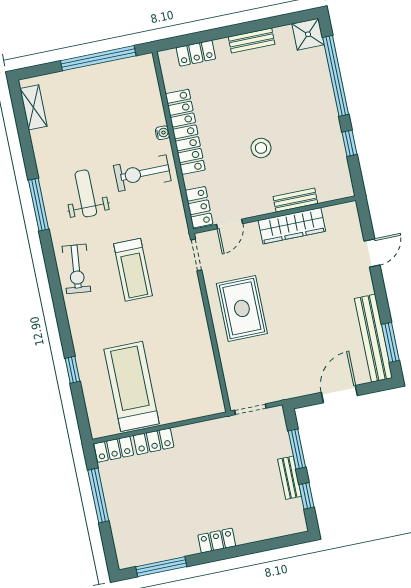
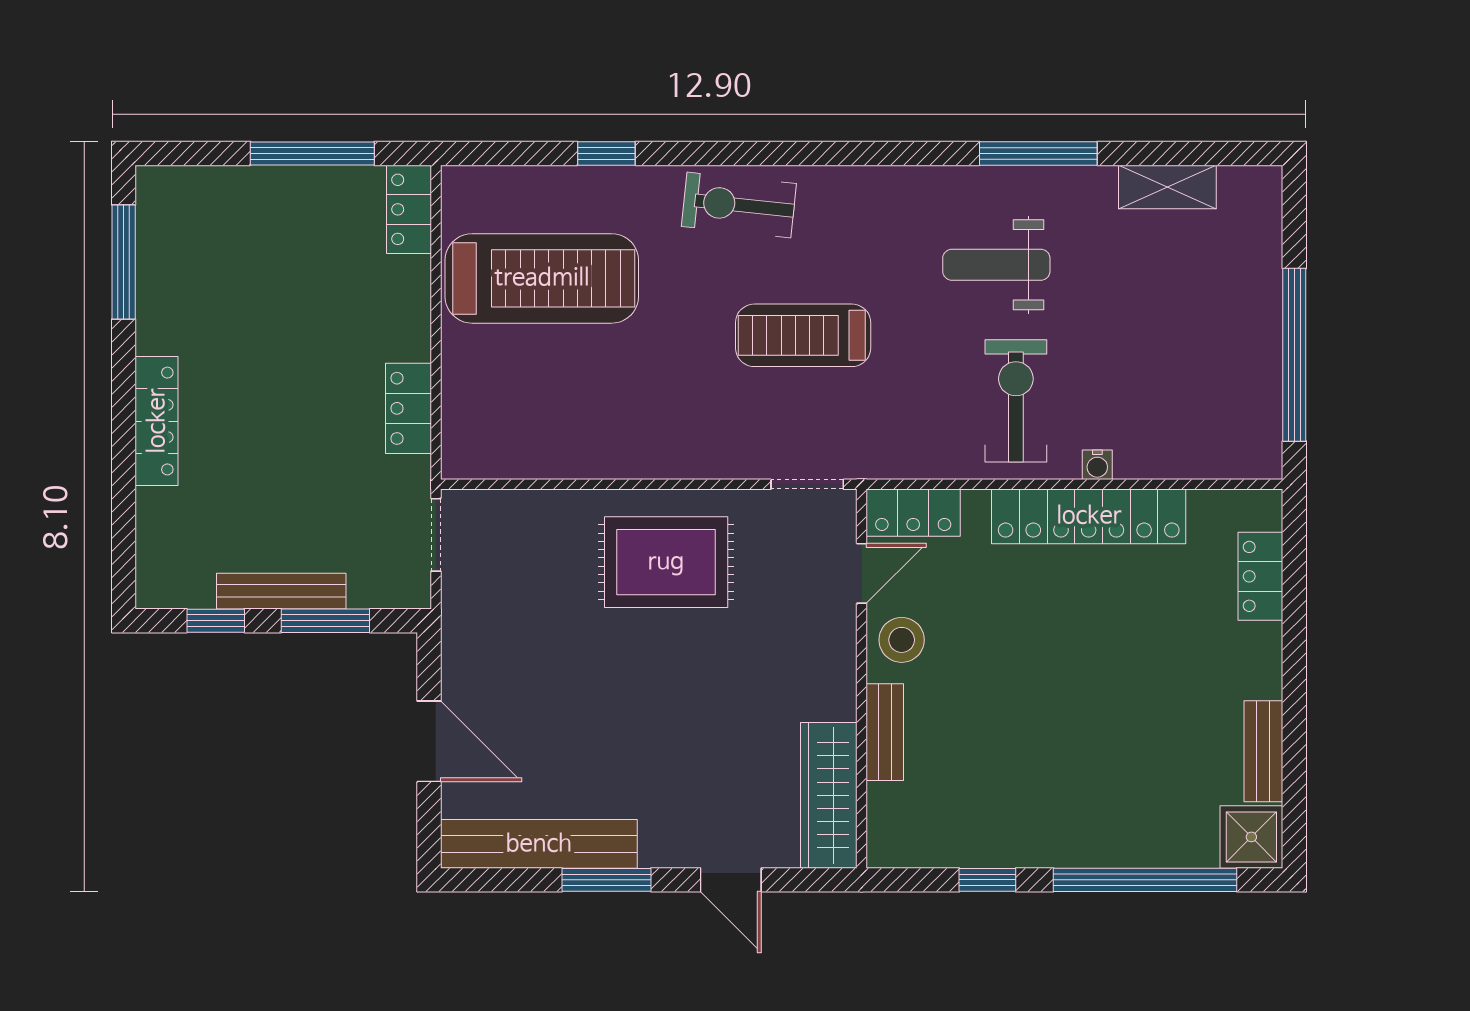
bench: (252, 40) -> (1263, 751), moved
shelving: (34, 107) -> (1167, 187), moved
stool: (261, 148) -> (902, 640), moved
weight bench: (86, 193) -> (996, 265), turned 180
window: (39, 205) -> (1038, 153), moved
door: (230, 224) -> (862, 573), swing flipped
wardrobe: (292, 226) -> (829, 795), moved
exercise bike: (76, 269) -> (739, 205), moved
window: (390, 342) -> (607, 880), moved
locker: (154, 441) -> (408, 408), moved
bench: (290, 478) -> (281, 591), width x1.36
locker: (217, 541) -> (157, 421), width x1.53

